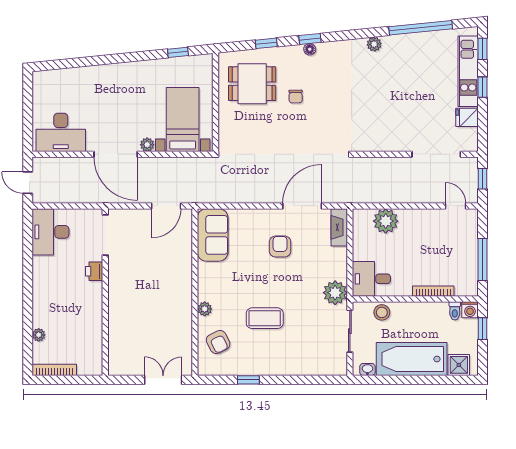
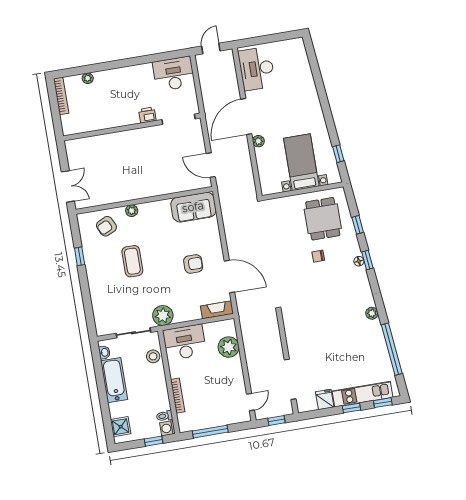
bed with nightstands: (183, 120) -> (301, 162), moved, turned -90
desk: (371, 279) -> (185, 342), width x1.37
bathtub: (412, 359) -> (114, 380), width x0.73, depth x0.73

